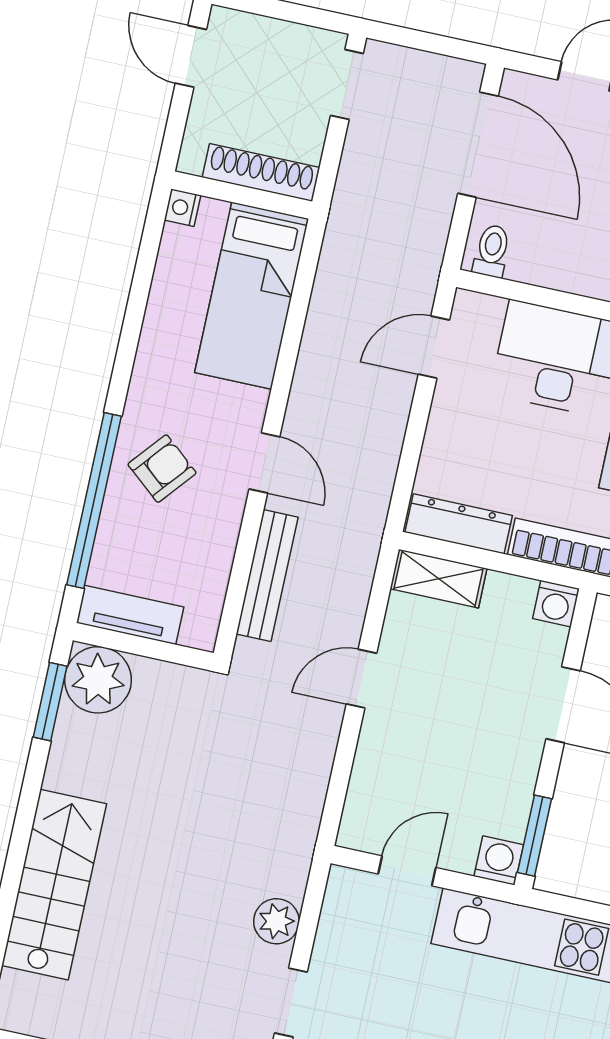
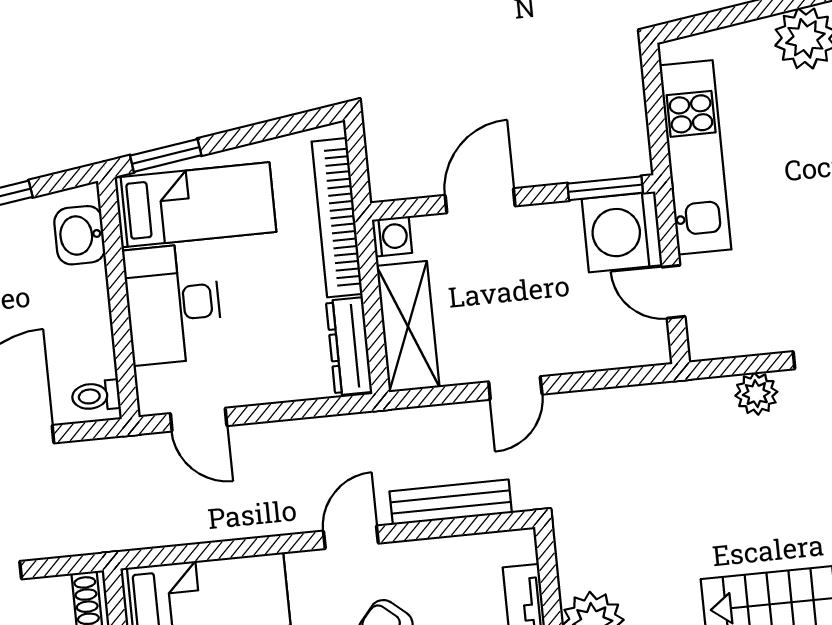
shelving: (439, 579) -> (408, 327), width x1.50, depth x1.33
door: (362, 679) -> (515, 388), hinge flipped
washing machine: (499, 860) -> (622, 232), width x1.89, depth x1.89

